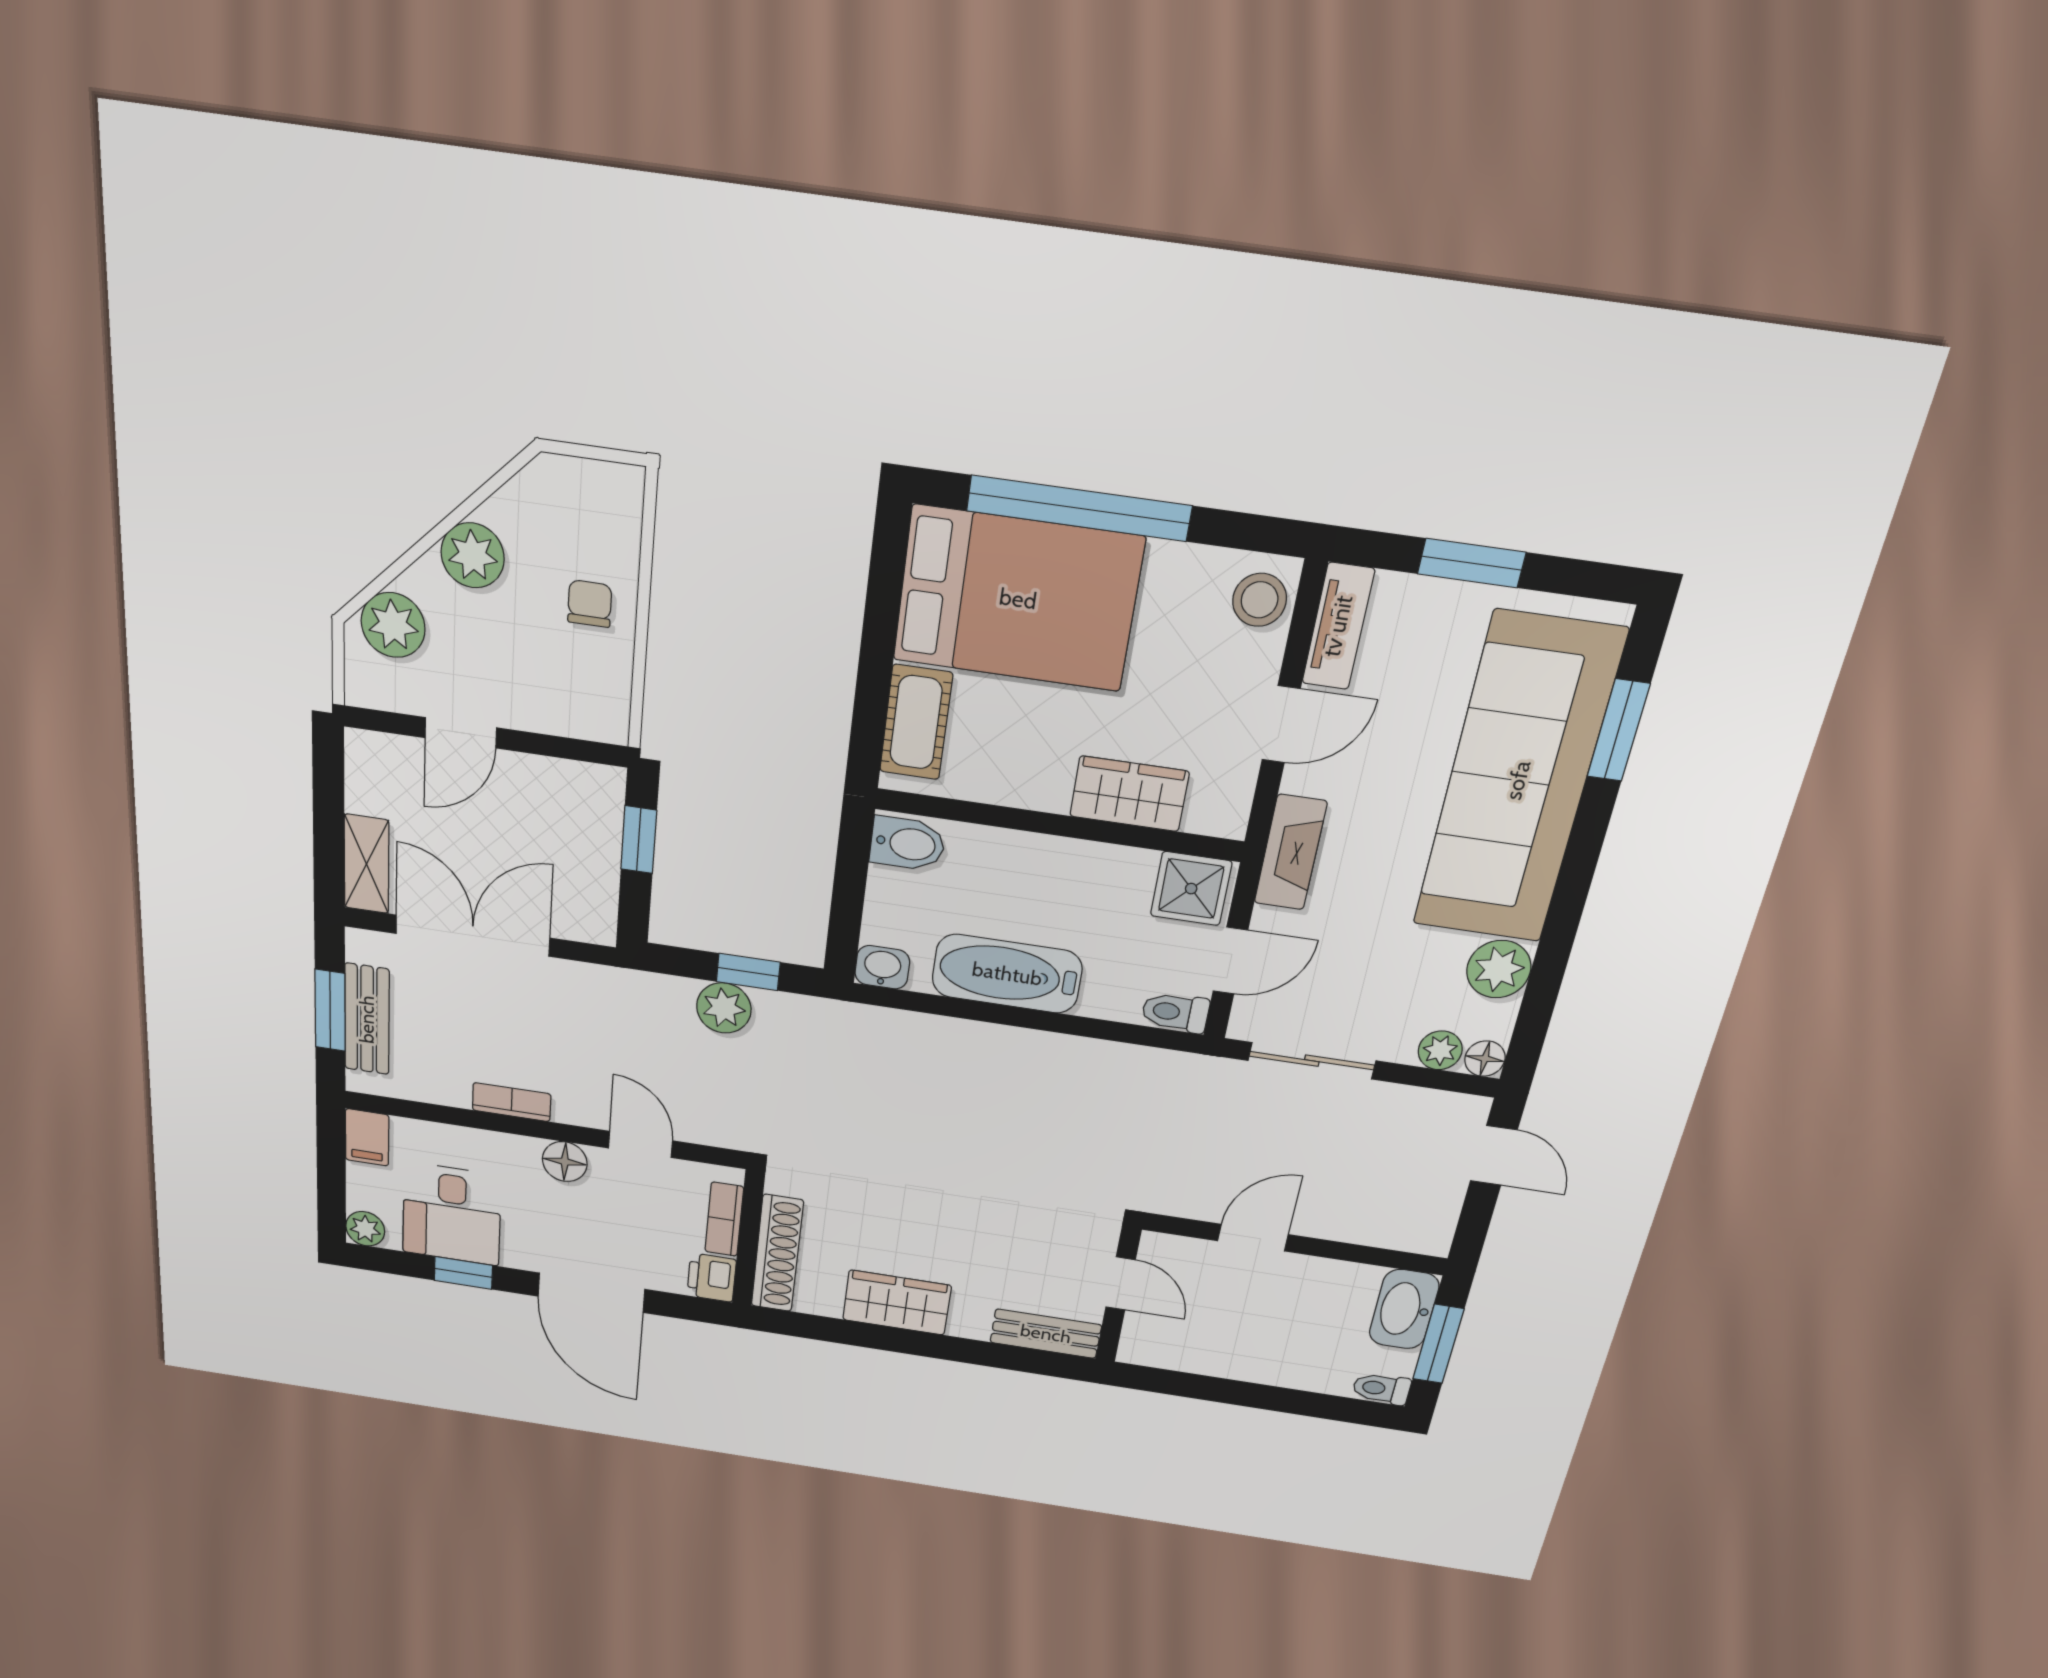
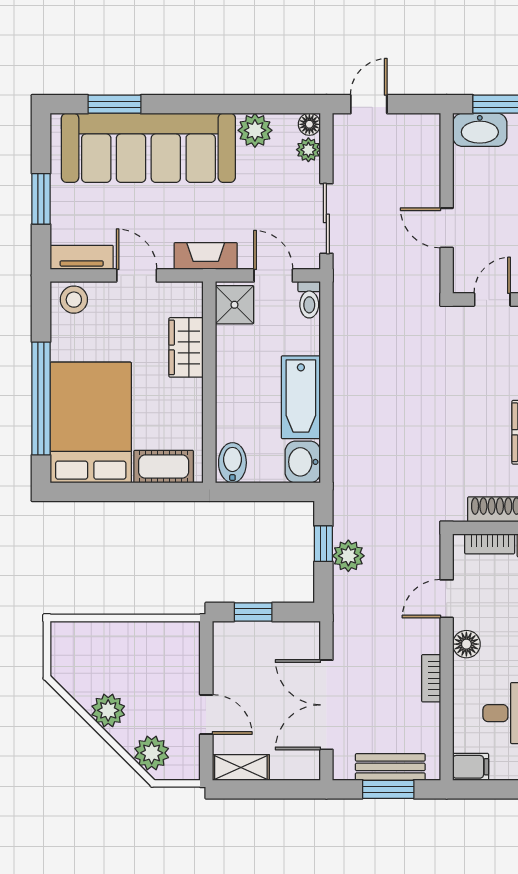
chair: (590, 604) -> (125, 647), removed
shelving: (366, 864) -> (241, 767), moved
washbasin: (882, 967) -> (303, 462), width x1.38, depth x1.45

